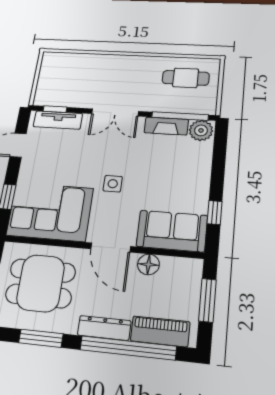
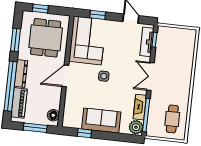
sofa: (172, 231) -> (101, 120), moved, turned -90
floor lamp: (148, 264) -> (53, 115), moved

